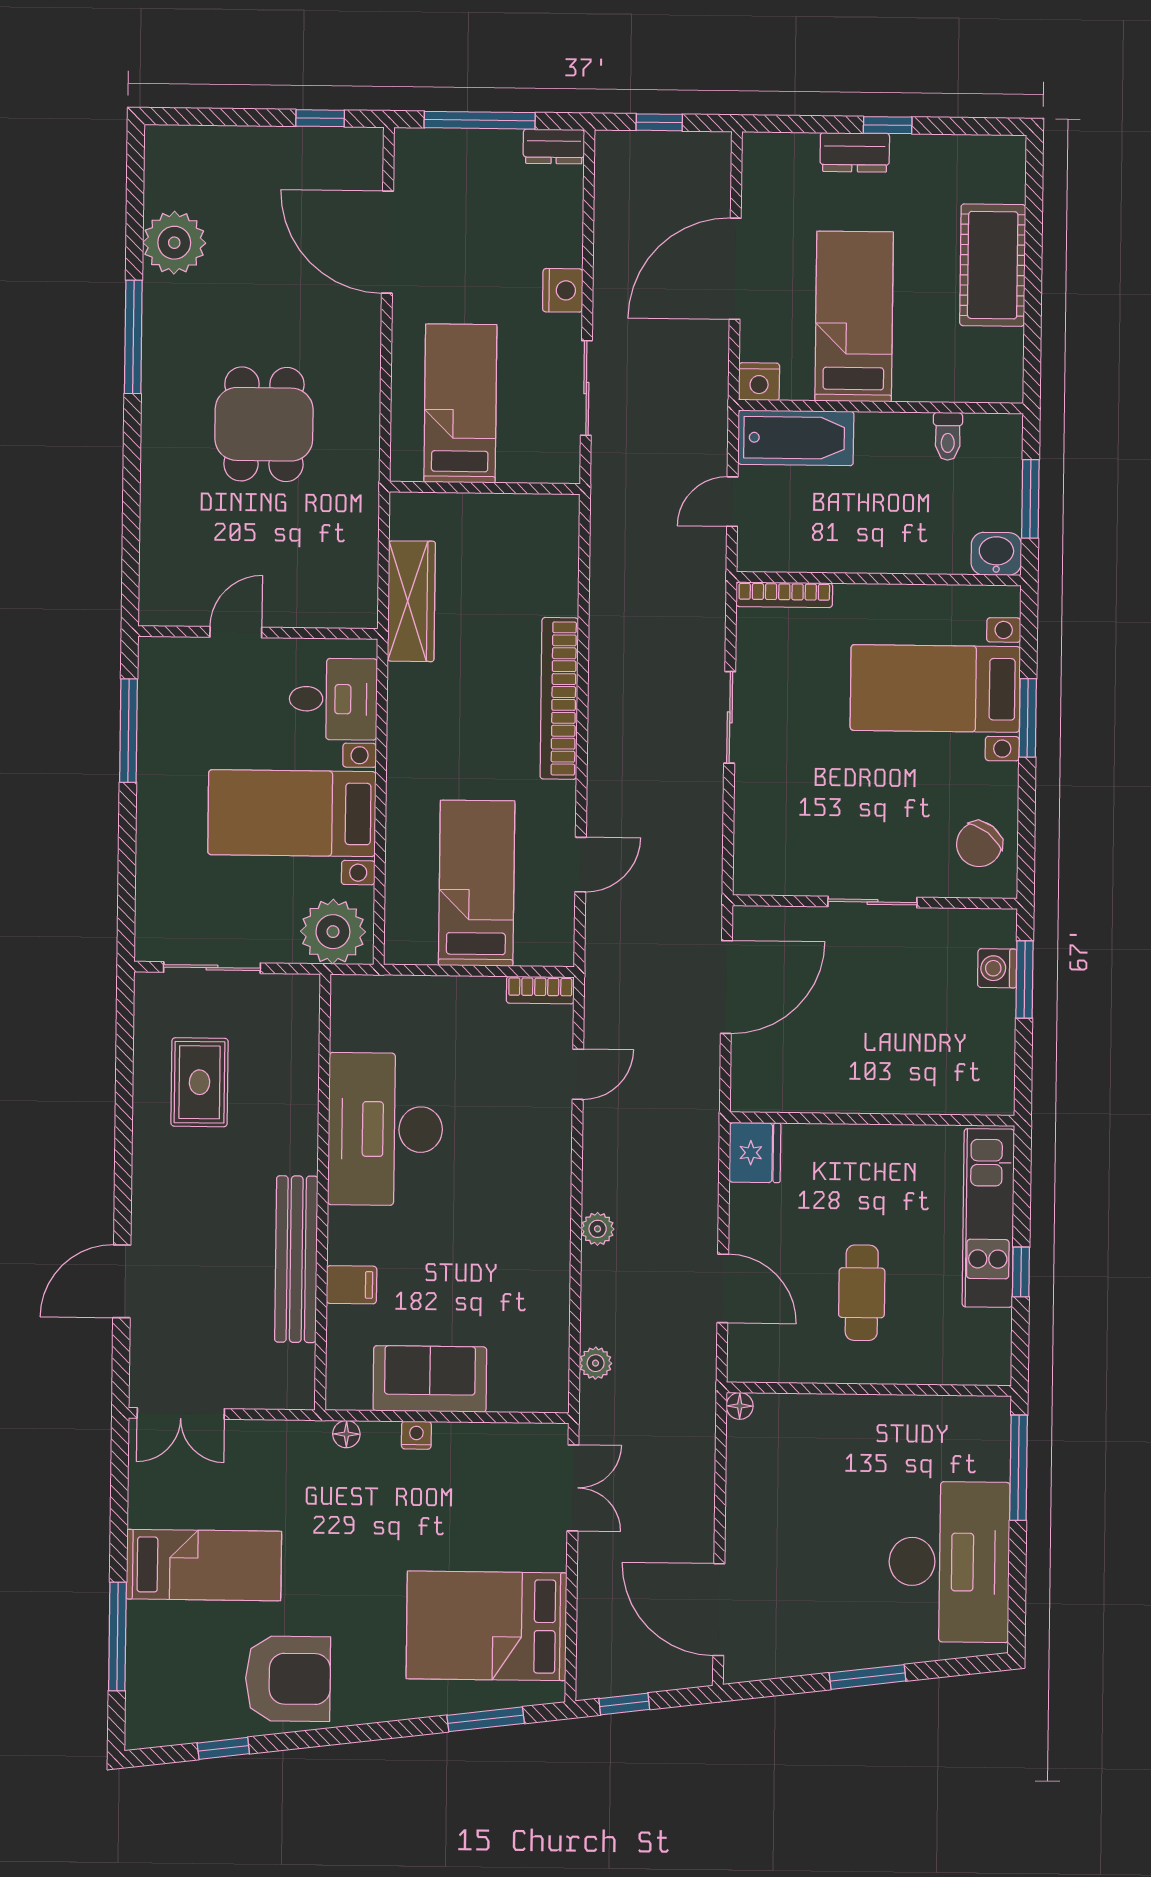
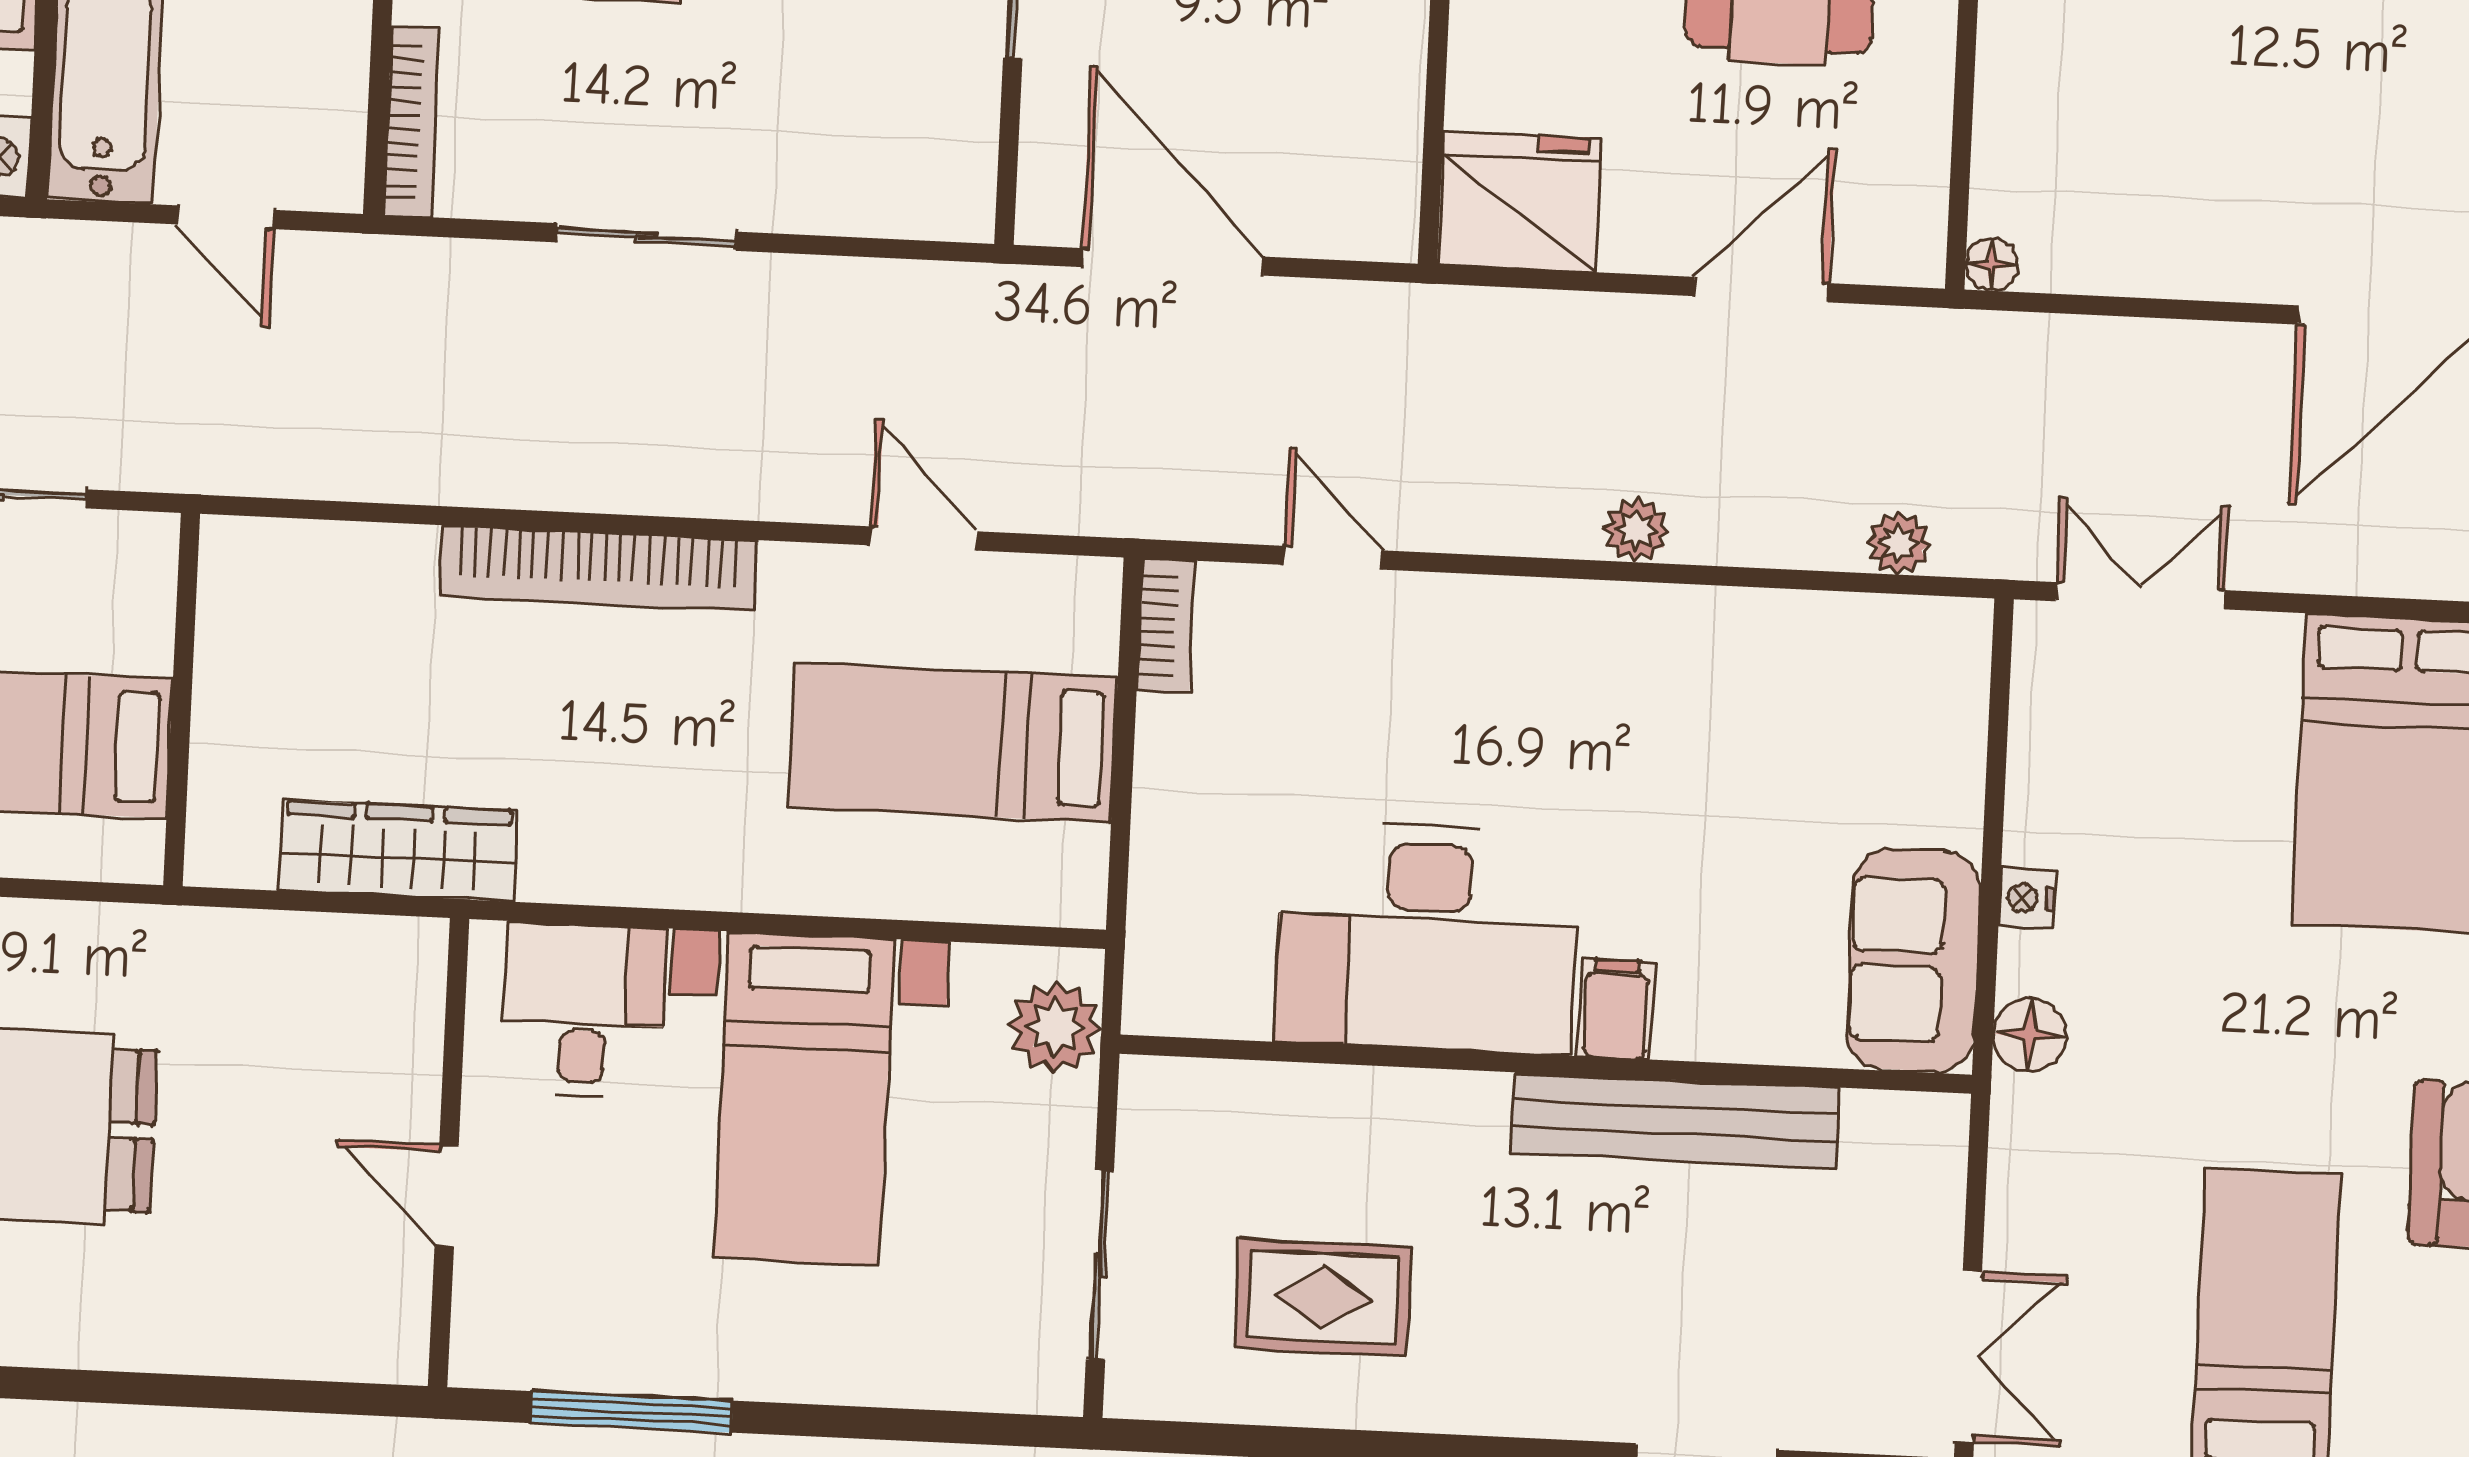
plant: (333, 932) -> (1055, 1027), width x0.73, depth x0.73
fridge: (755, 1153) -> (1520, 202), width x1.36, depth x1.34
filing cabinet: (352, 1285) -> (1616, 1009), moved
sofa: (430, 1379) -> (1914, 960), moved
floor lamp: (346, 1434) -> (2030, 1035), width x1.37, depth x1.37

